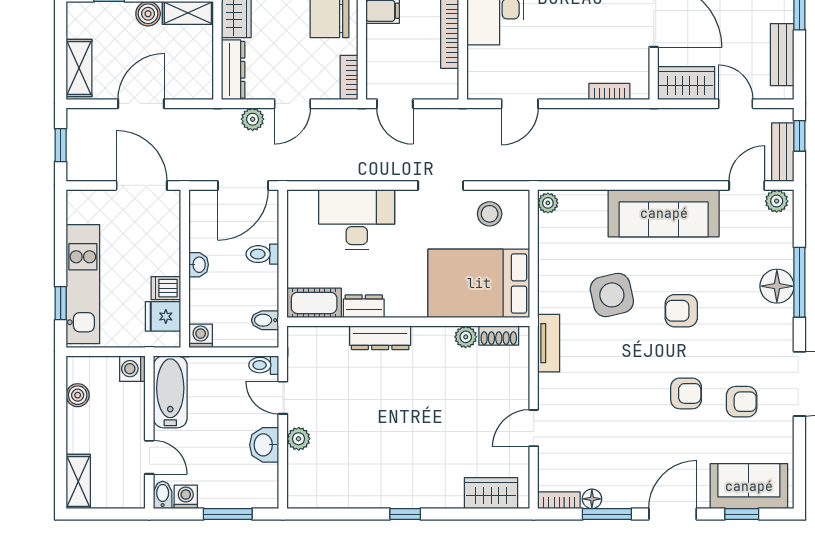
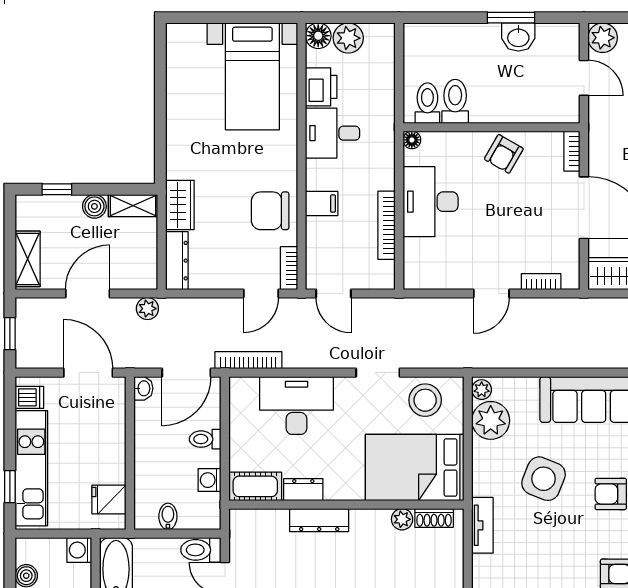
door: (292, 104) -> (261, 294), moved
door: (520, 104) -> (491, 294), moved
plant: (253, 119) -> (147, 309), moved
bookcase: (307, 173) -> (248, 360), added
stool: (490, 214) -> (425, 400), width x1.38, depth x1.38
plant: (557, 235) -> (491, 420), added
washbasin: (199, 265) -> (143, 388), moved
dishwasher: (166, 288) -> (29, 397), moved, turned 180
side table: (612, 295) -> (544, 479), turned 35
bidet: (265, 320) -> (168, 516), moved, turned 90
washing machine: (201, 336) -> (210, 480), moved, turned -90
toilet: (264, 365) -> (201, 550), width x1.37, depth x1.39

